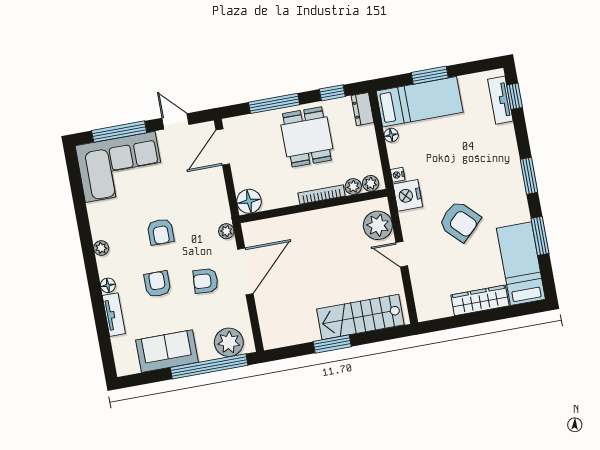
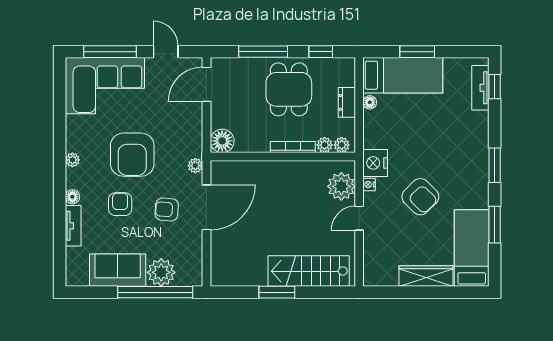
dresser: (363, 109) -> (347, 102), moved
nightstand: (398, 175) -> (369, 185), moved
armchair: (161, 232) -> (132, 155), width x1.88, depth x1.88
door: (402, 254) -> (359, 218), hinge flipped
plant: (229, 342) -> (161, 272), moved

